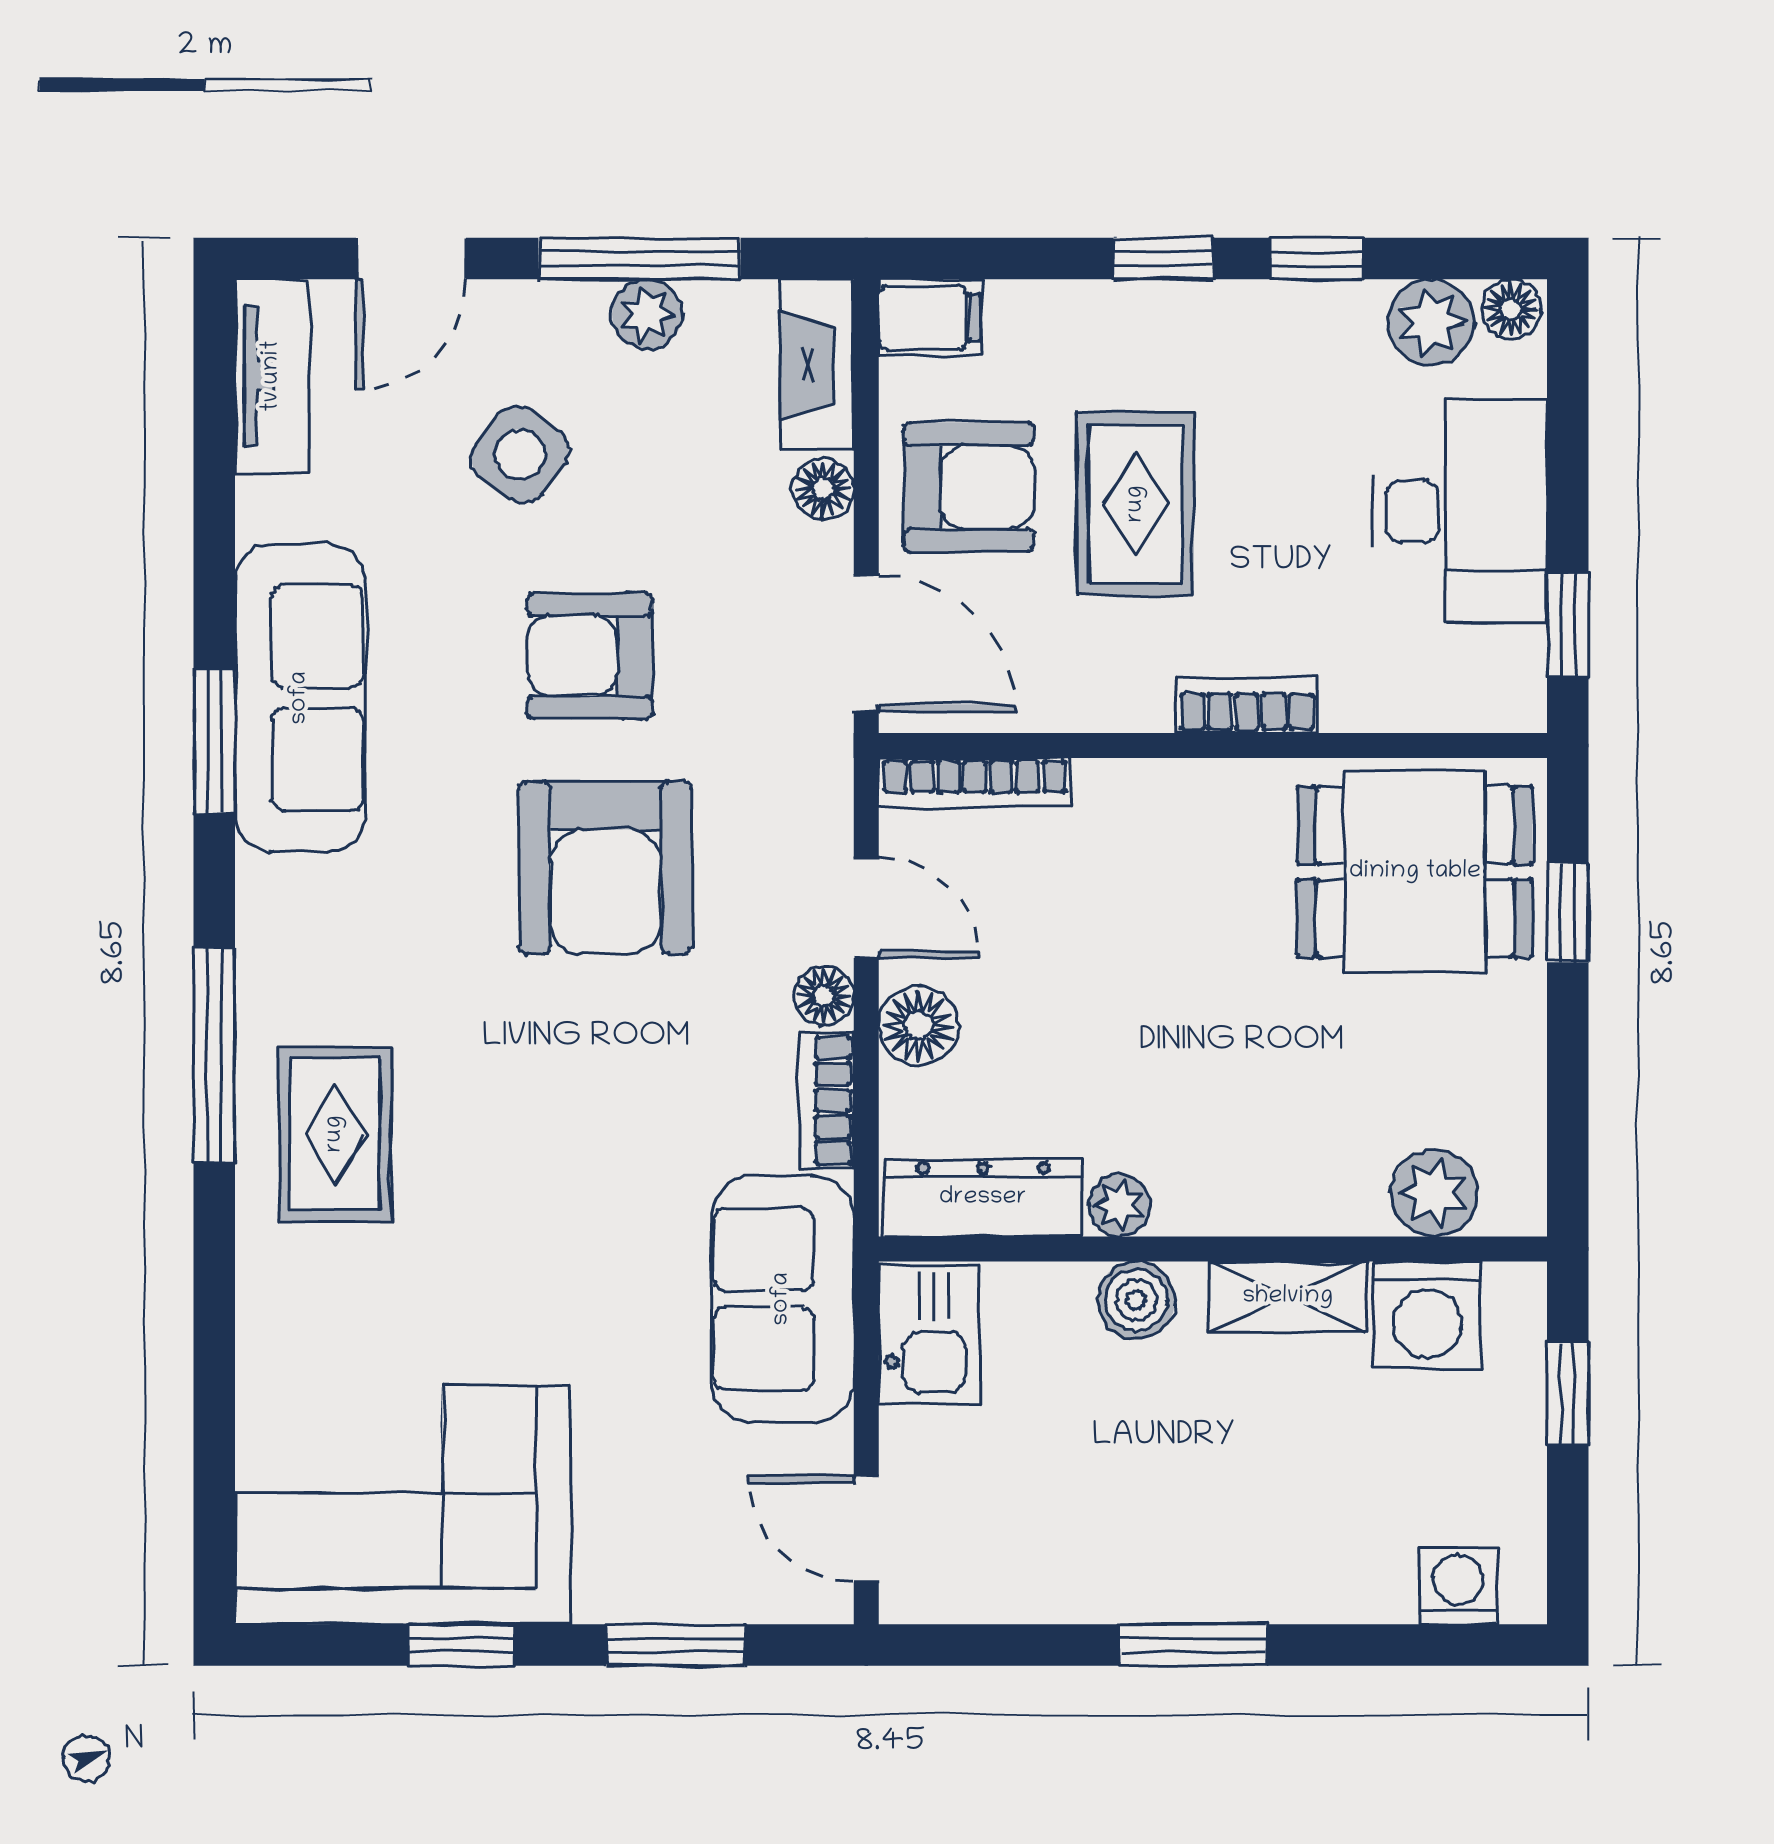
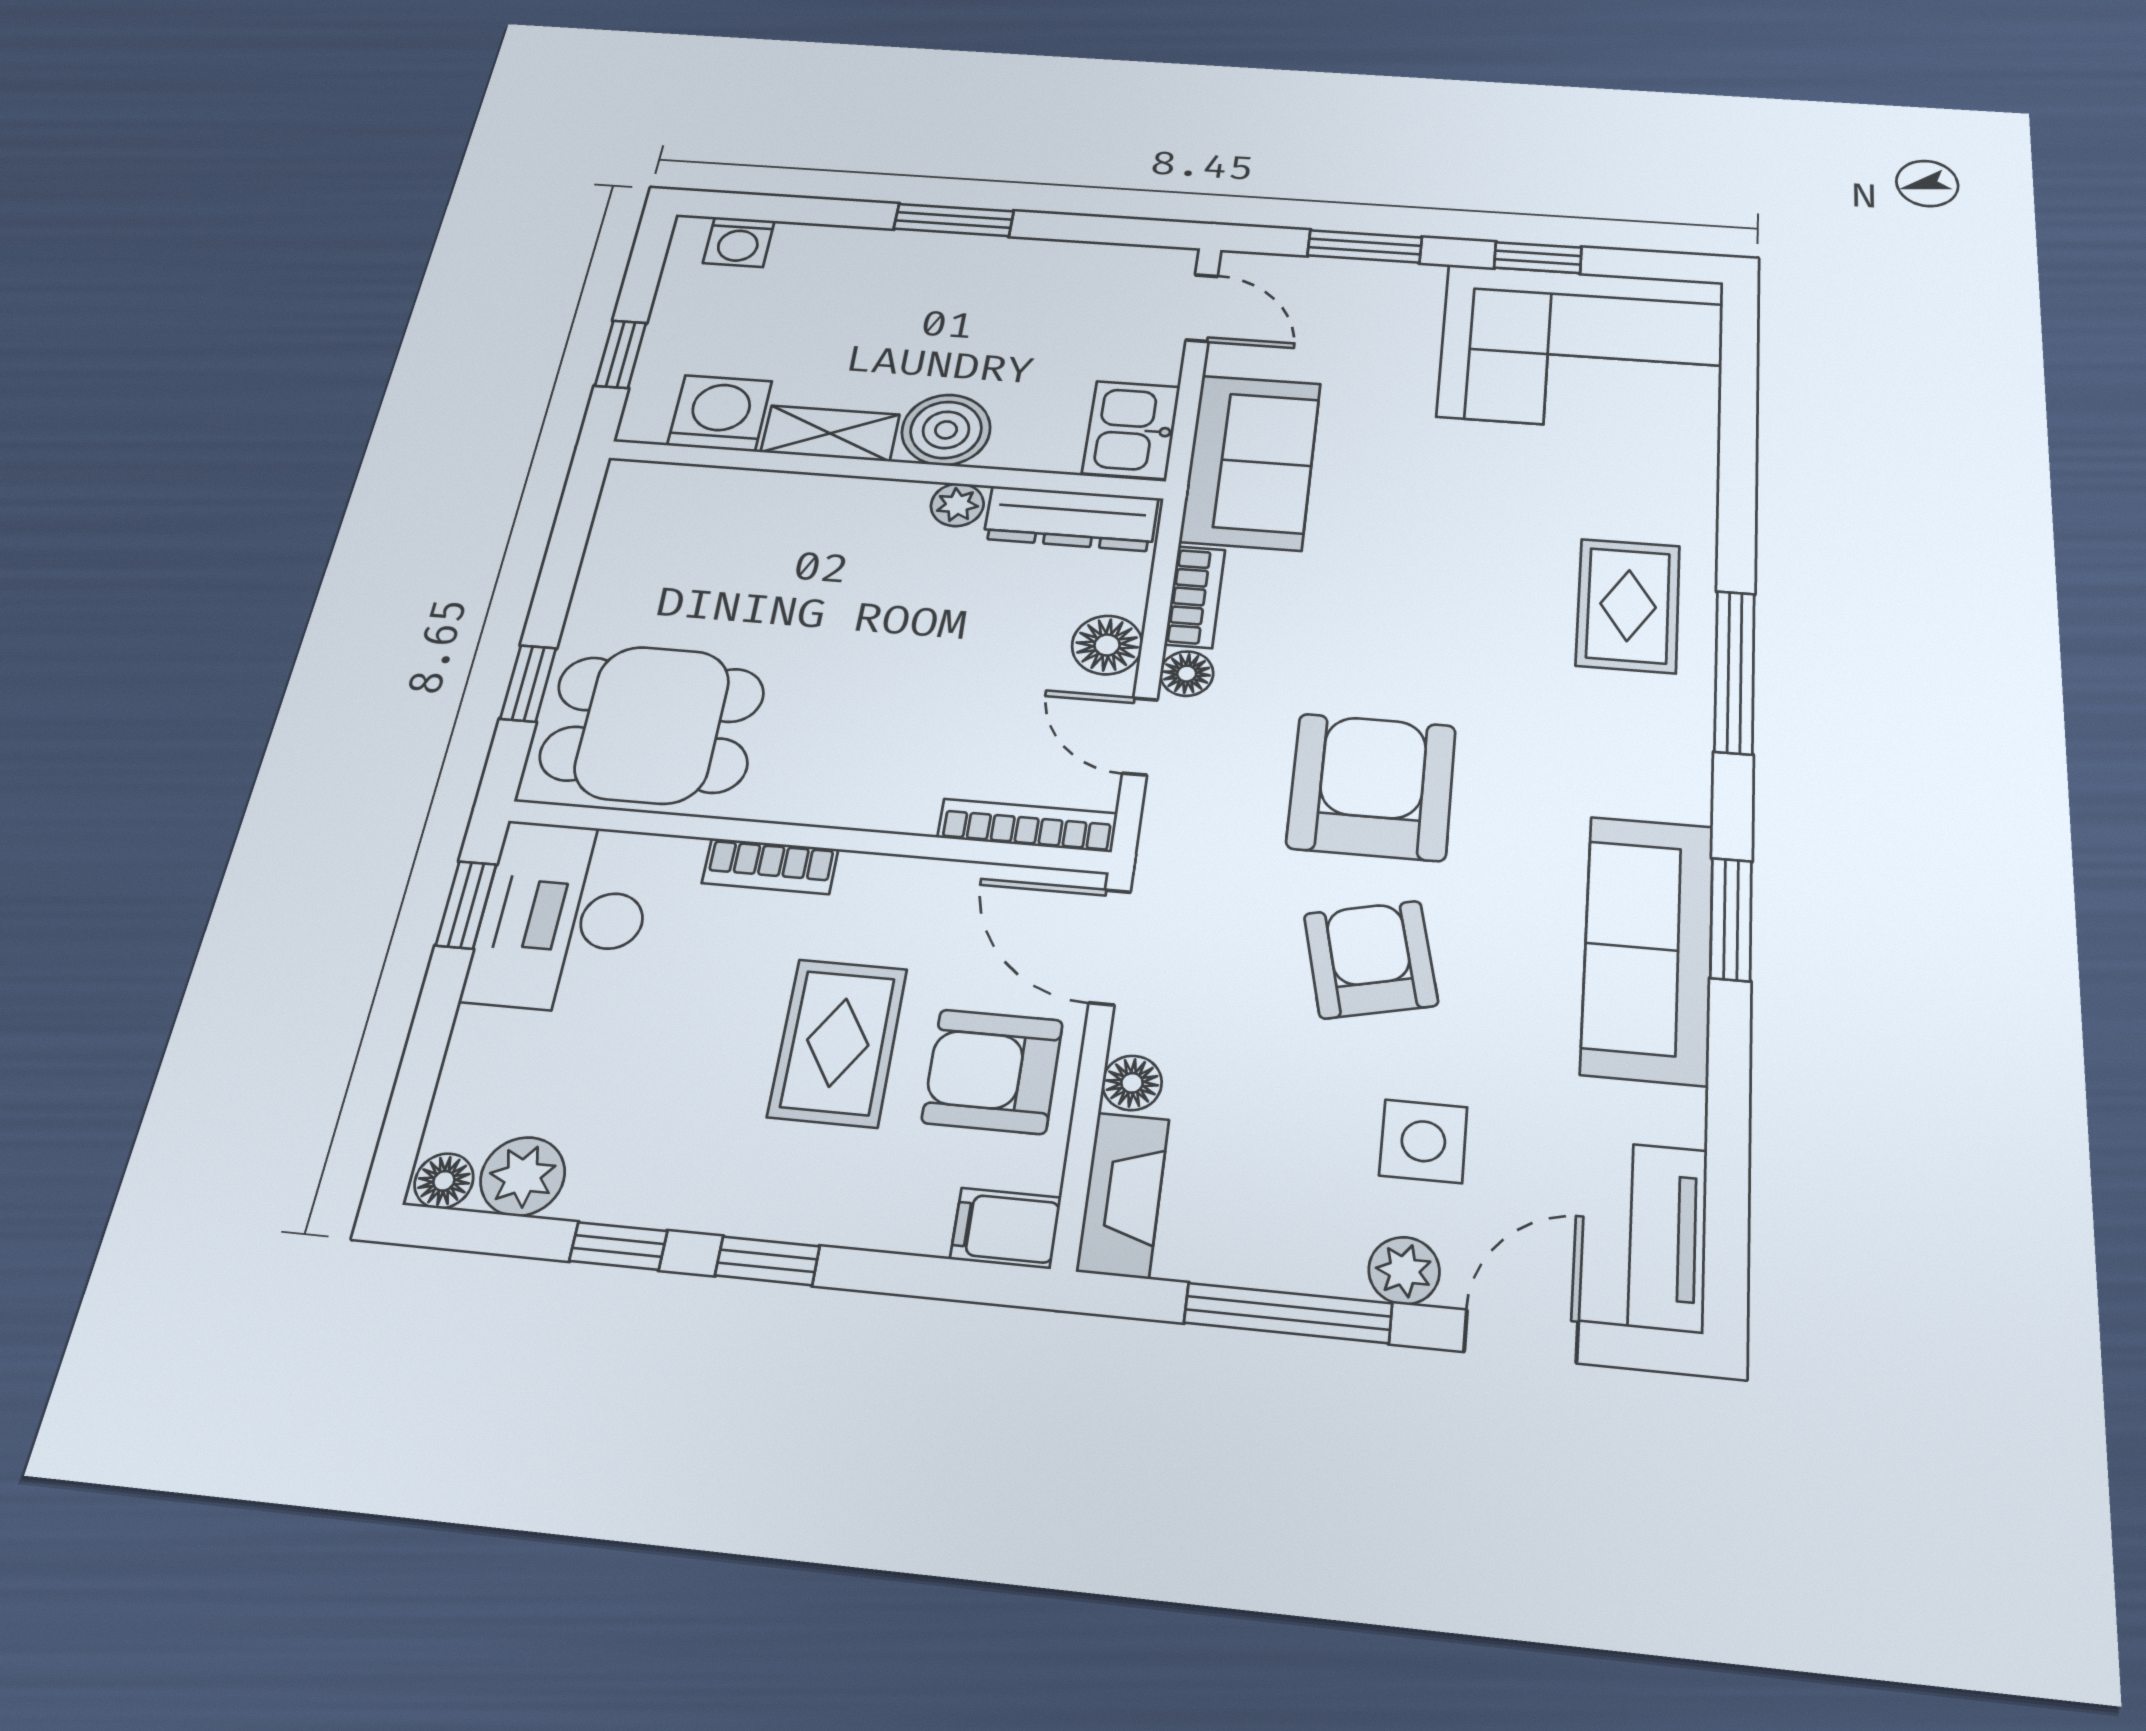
plant: (647, 314) -> (1404, 1271), moved
side table: (520, 454) -> (1423, 1141), turned -36
desk: (1459, 511) -> (562, 917), moved
armchair: (590, 656) -> (1371, 959), turned -103
plant: (1434, 1193) -> (694, 494), removed
boiler: (1136, 1300) -> (946, 430), width x1.36, depth x1.36

